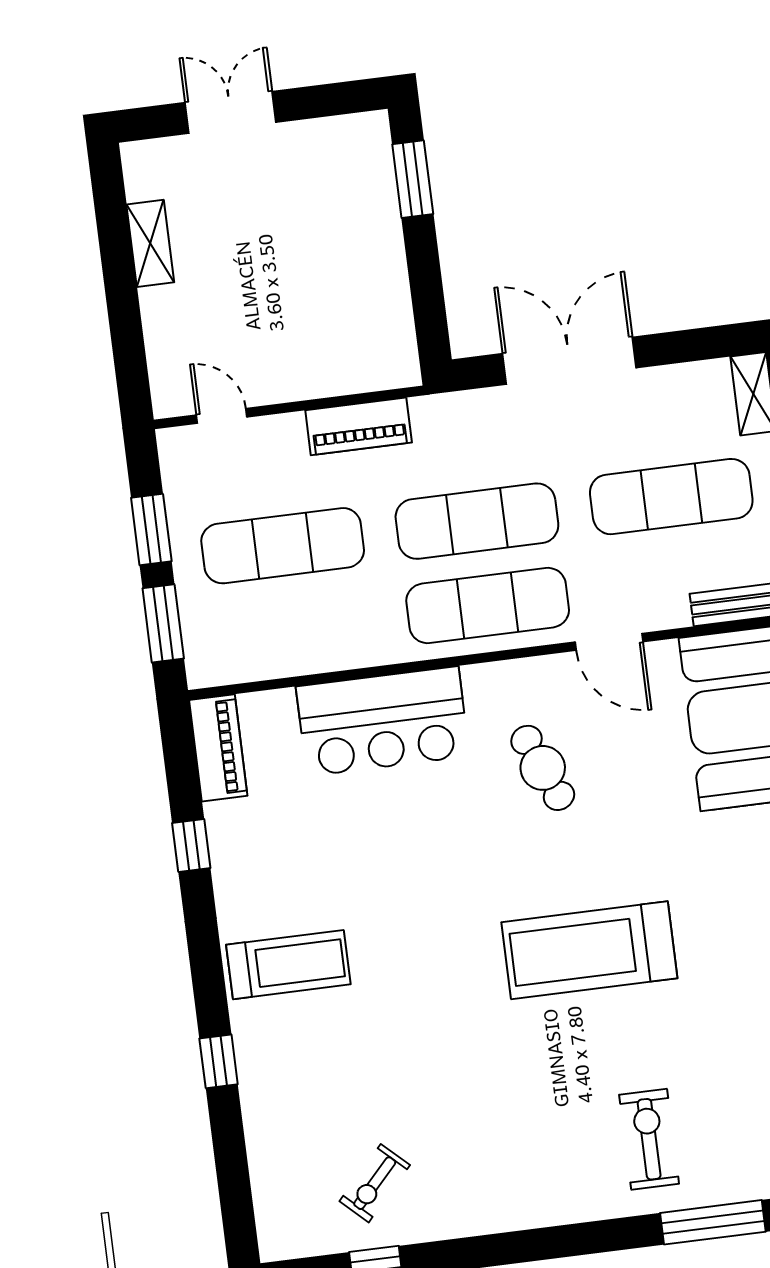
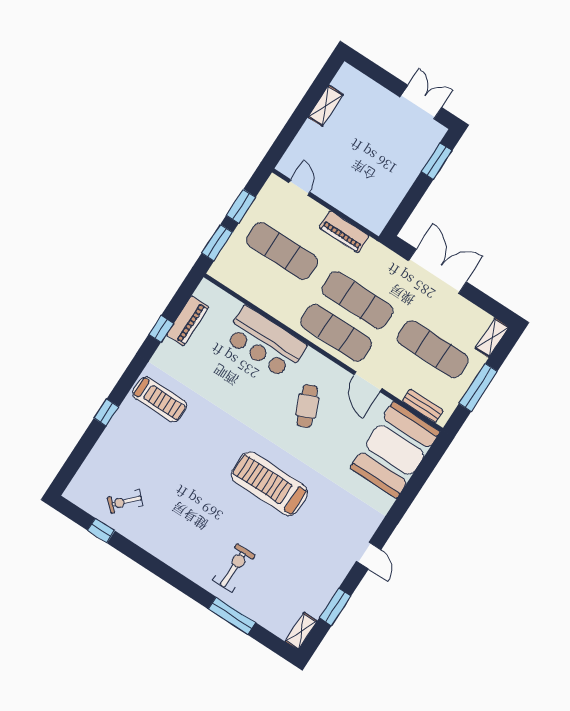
double door: (230, 112) -> (421, 102), moved
piano: (218, 748) -> (188, 321), moved

